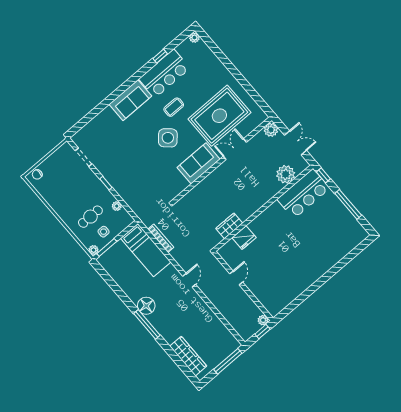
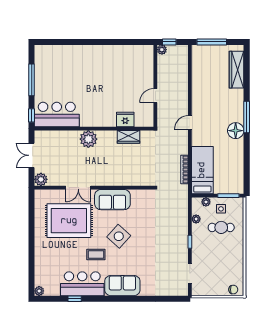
plant: (286, 174) -> (88, 139), moved
plant: (93, 250) -> (206, 202), moved

